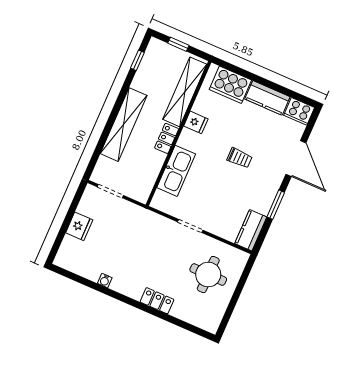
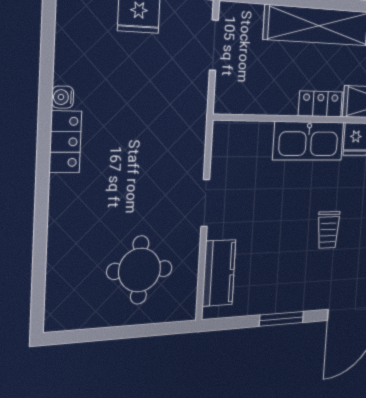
kitchen sink: (176, 171) -> (309, 141), moved
kitchen counter: (251, 230) -> (219, 273), moved, turned 90
locker: (157, 301) -> (65, 142), moved

